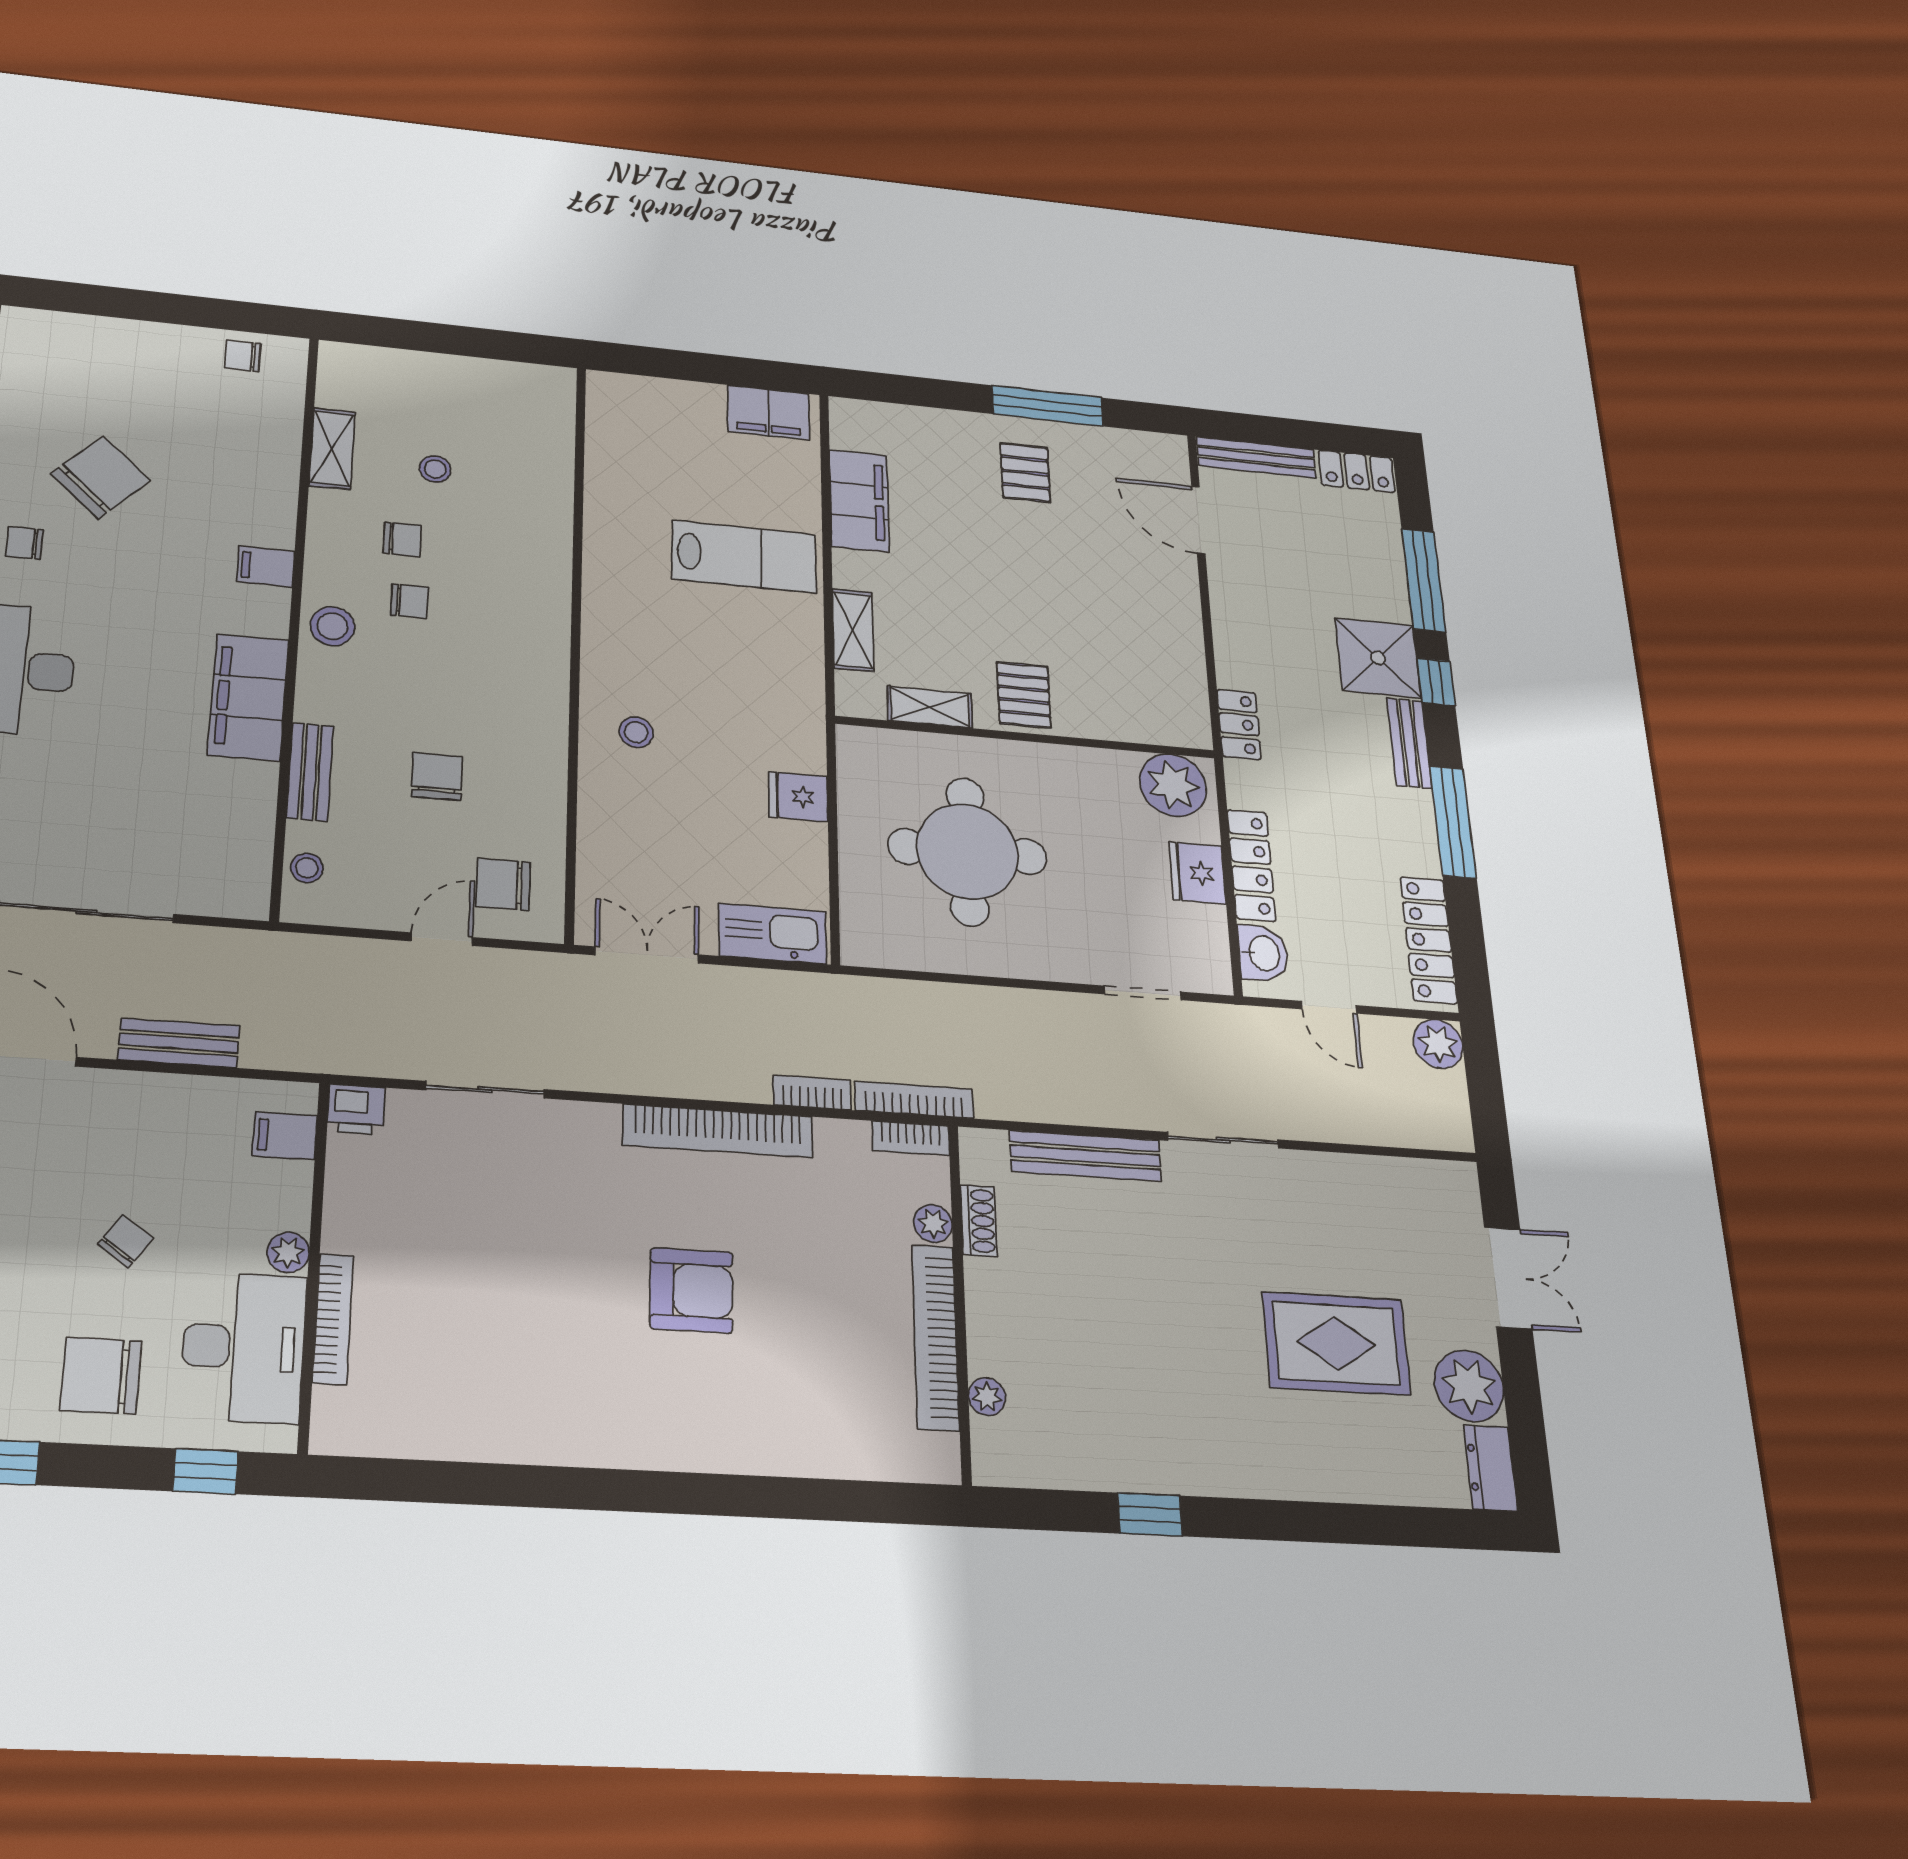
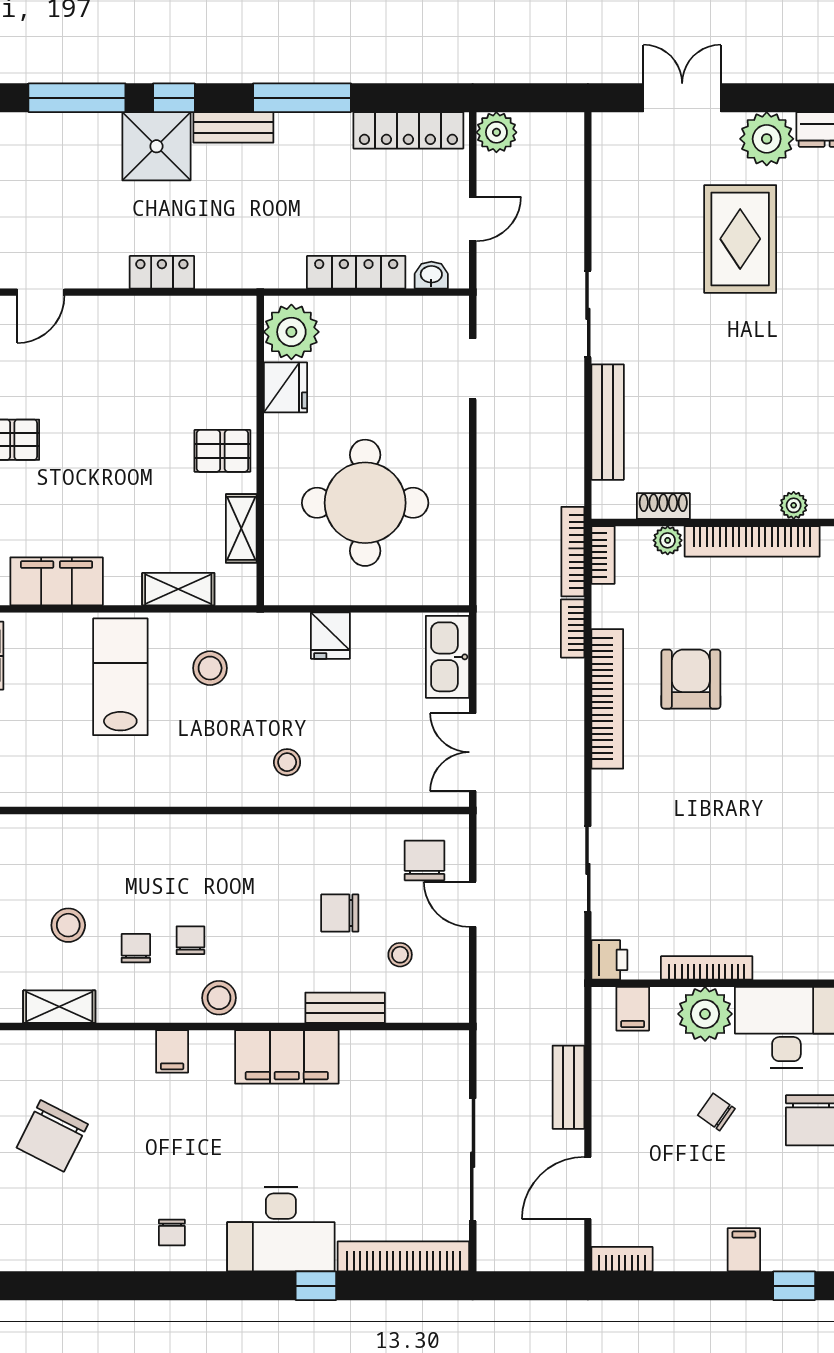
stool: (435, 469) -> (68, 925), width x1.37, depth x1.37
chair: (101, 477) -> (52, 1136), moved, turned -106
door: (1198, 520) -> (41, 292), width x0.73
stool: (756, 656) -> (210, 668), added
locker: (1239, 724) -> (162, 272), moved
stool: (307, 868) -> (400, 955), moved
fridge: (1197, 873) -> (285, 387), moved, turned -90
chair: (503, 884) -> (425, 861), turned 180
washbasin: (1263, 953) -> (431, 275), width x0.72, depth x0.69
plant: (288, 1252) -> (705, 1014), width x1.88, depth x1.88
armchair: (691, 1290) -> (691, 679), moved
bookcase: (333, 1319) -> (707, 968), moved

